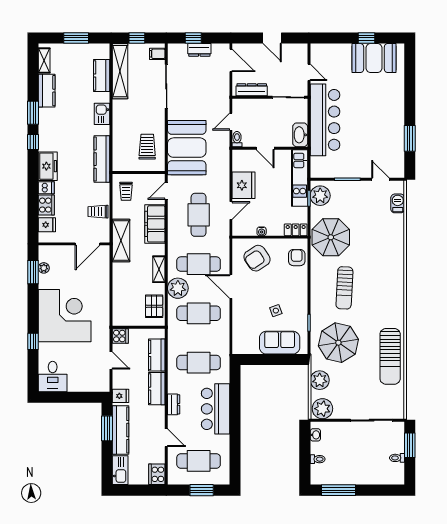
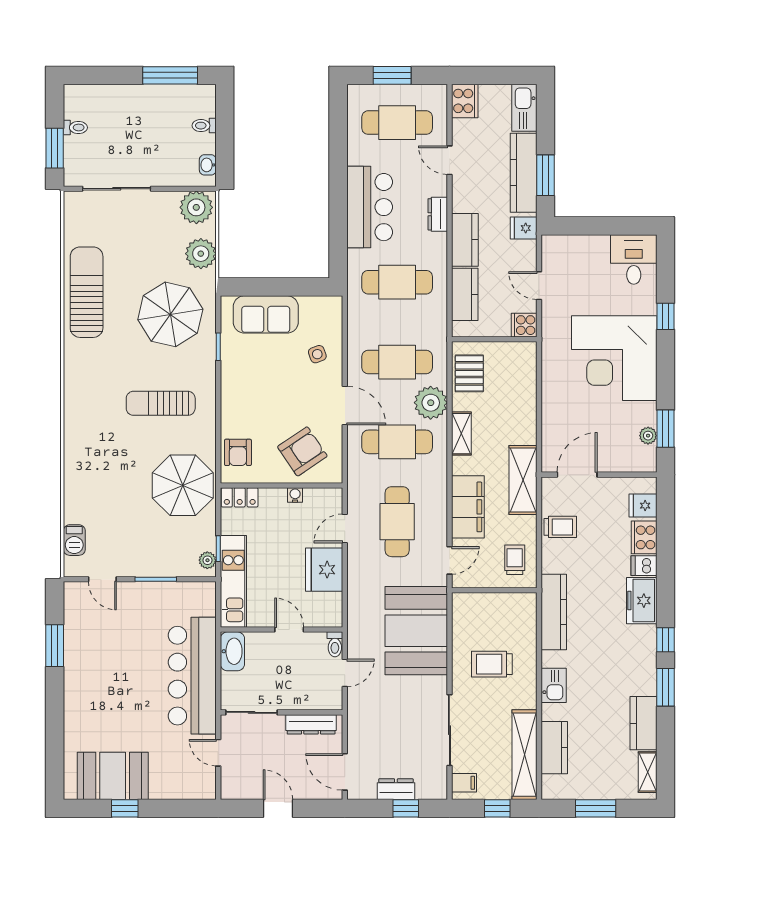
trolley: (147, 147) -> (492, 664), moved, turned 90
plant: (320, 196) -> (207, 560), width x0.53, depth x0.53
sun lounger: (344, 288) -> (161, 403), turned -93
side table: (276, 311) -> (317, 354), moved

